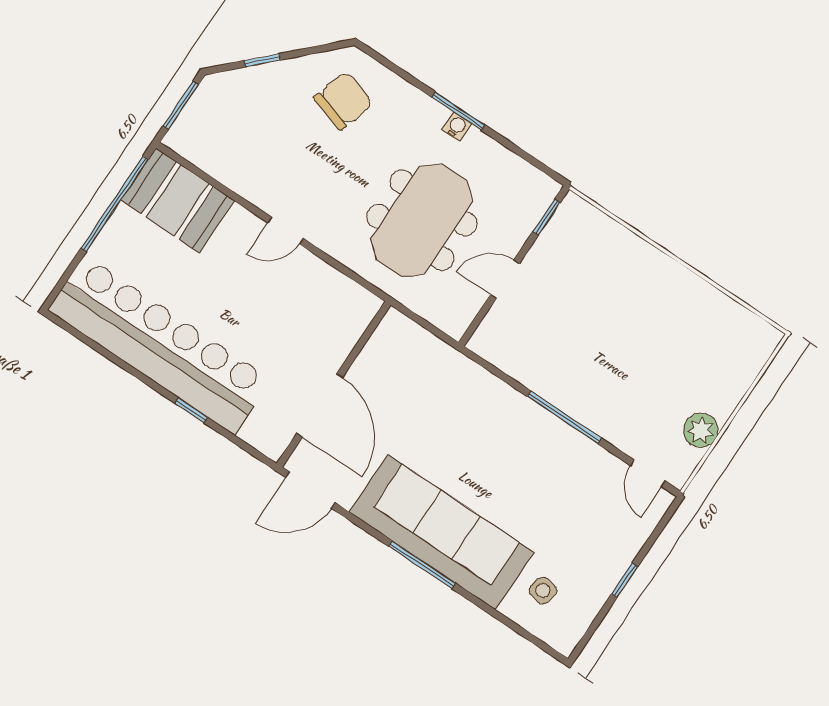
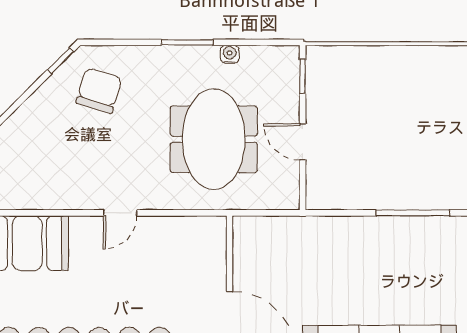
window: (262, 60) -> (61, 61), moved
water cooler: (457, 126) -> (230, 54), moved
door: (505, 279) -> (303, 142), hinge flipped

